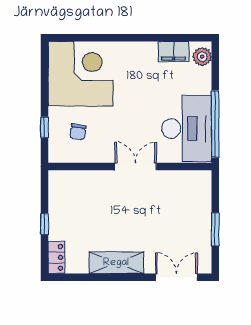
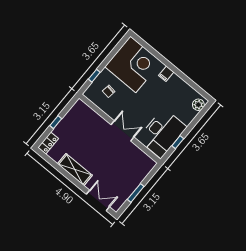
filing cabinet: (174, 51) -> (166, 74), moved, width x0.50
window: (215, 124) -> (178, 142), width x0.32

